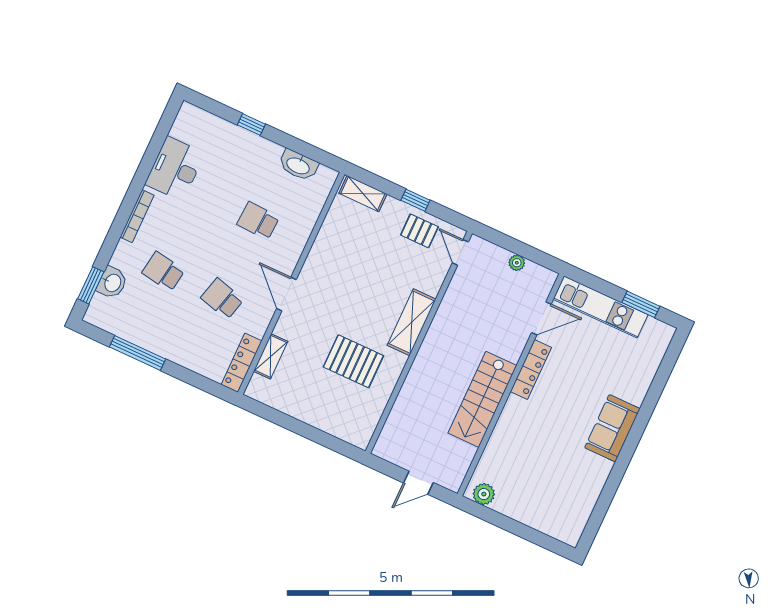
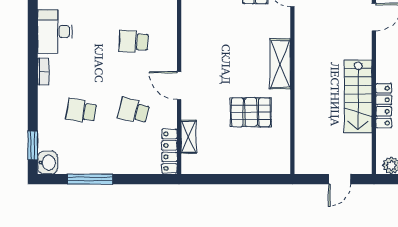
bookcase: (137, 216) -> (43, 71), width x0.64
washbasin: (112, 283) -> (47, 163), moved
locker: (531, 370) -> (384, 106), moved

